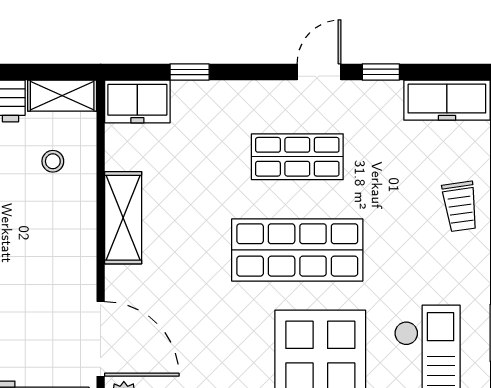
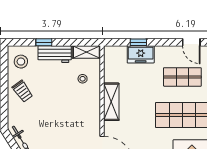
door: (319, 72) -> (191, 42), swing flipped
freezer: (137, 101) -> (141, 54), moved

